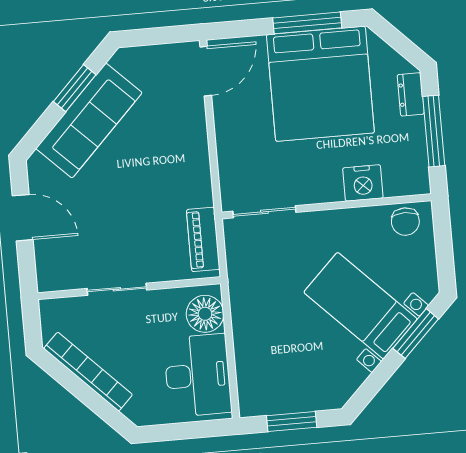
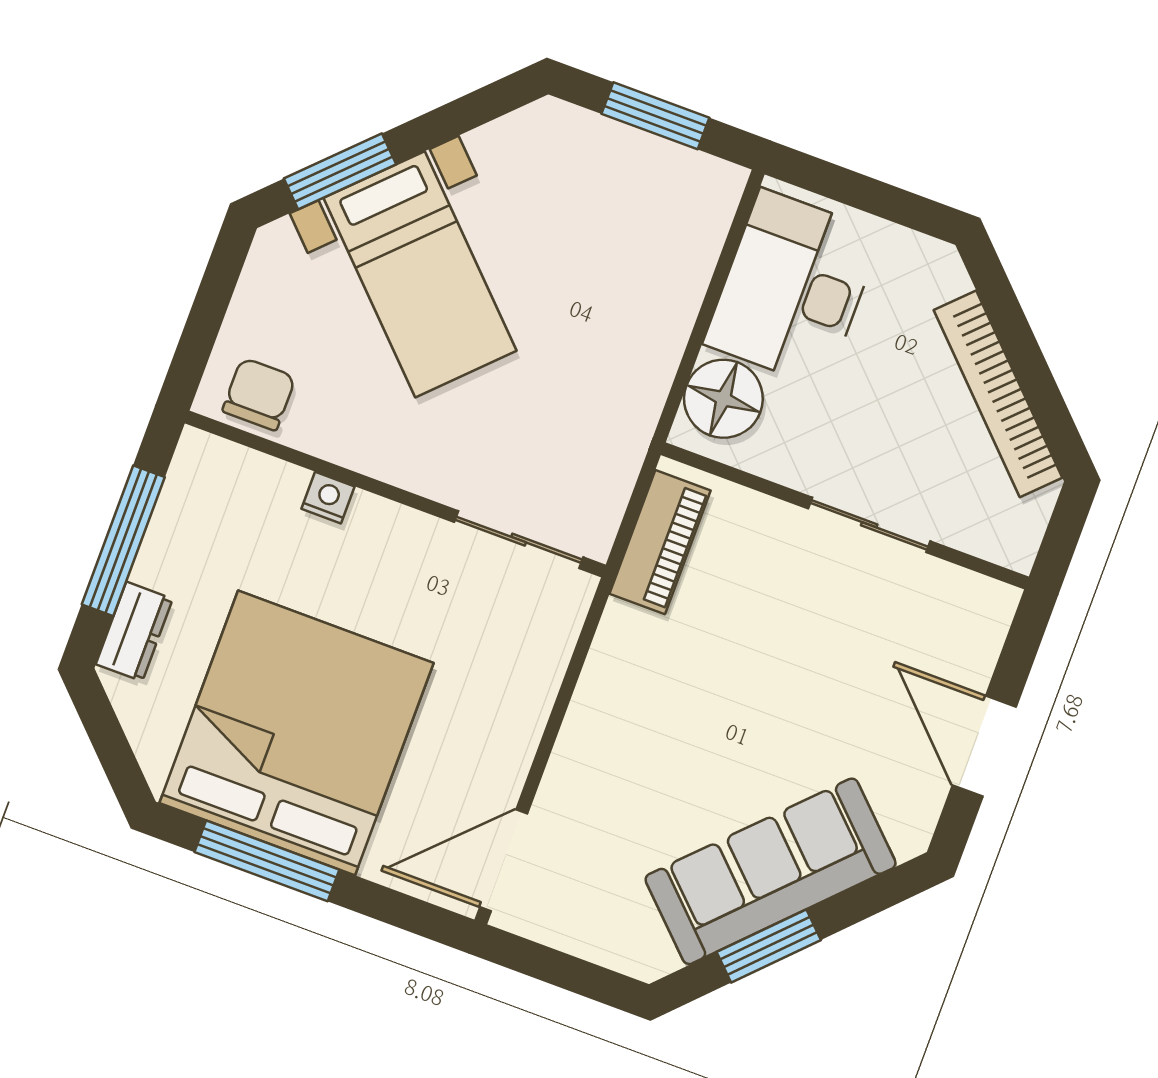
nightstand: (363, 183) -> (328, 498), width x0.53, depth x0.56

